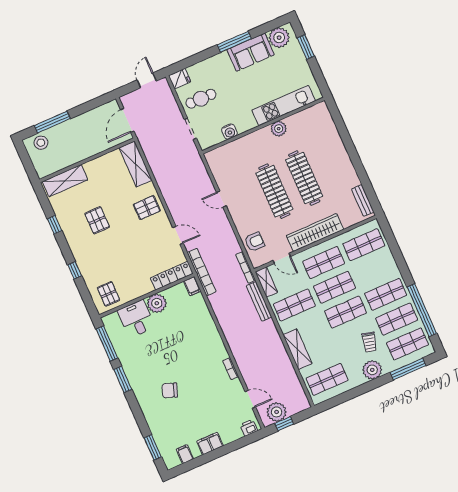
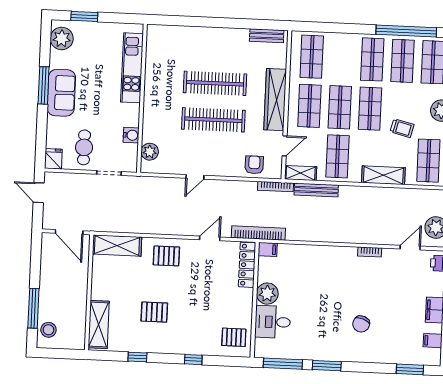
sofa: (251, 52) -> (61, 93), moved
plant: (279, 129) -> (150, 152), moved
pallet: (147, 208) -> (166, 256), turned 90
trolley: (369, 342) -> (402, 128), moved

